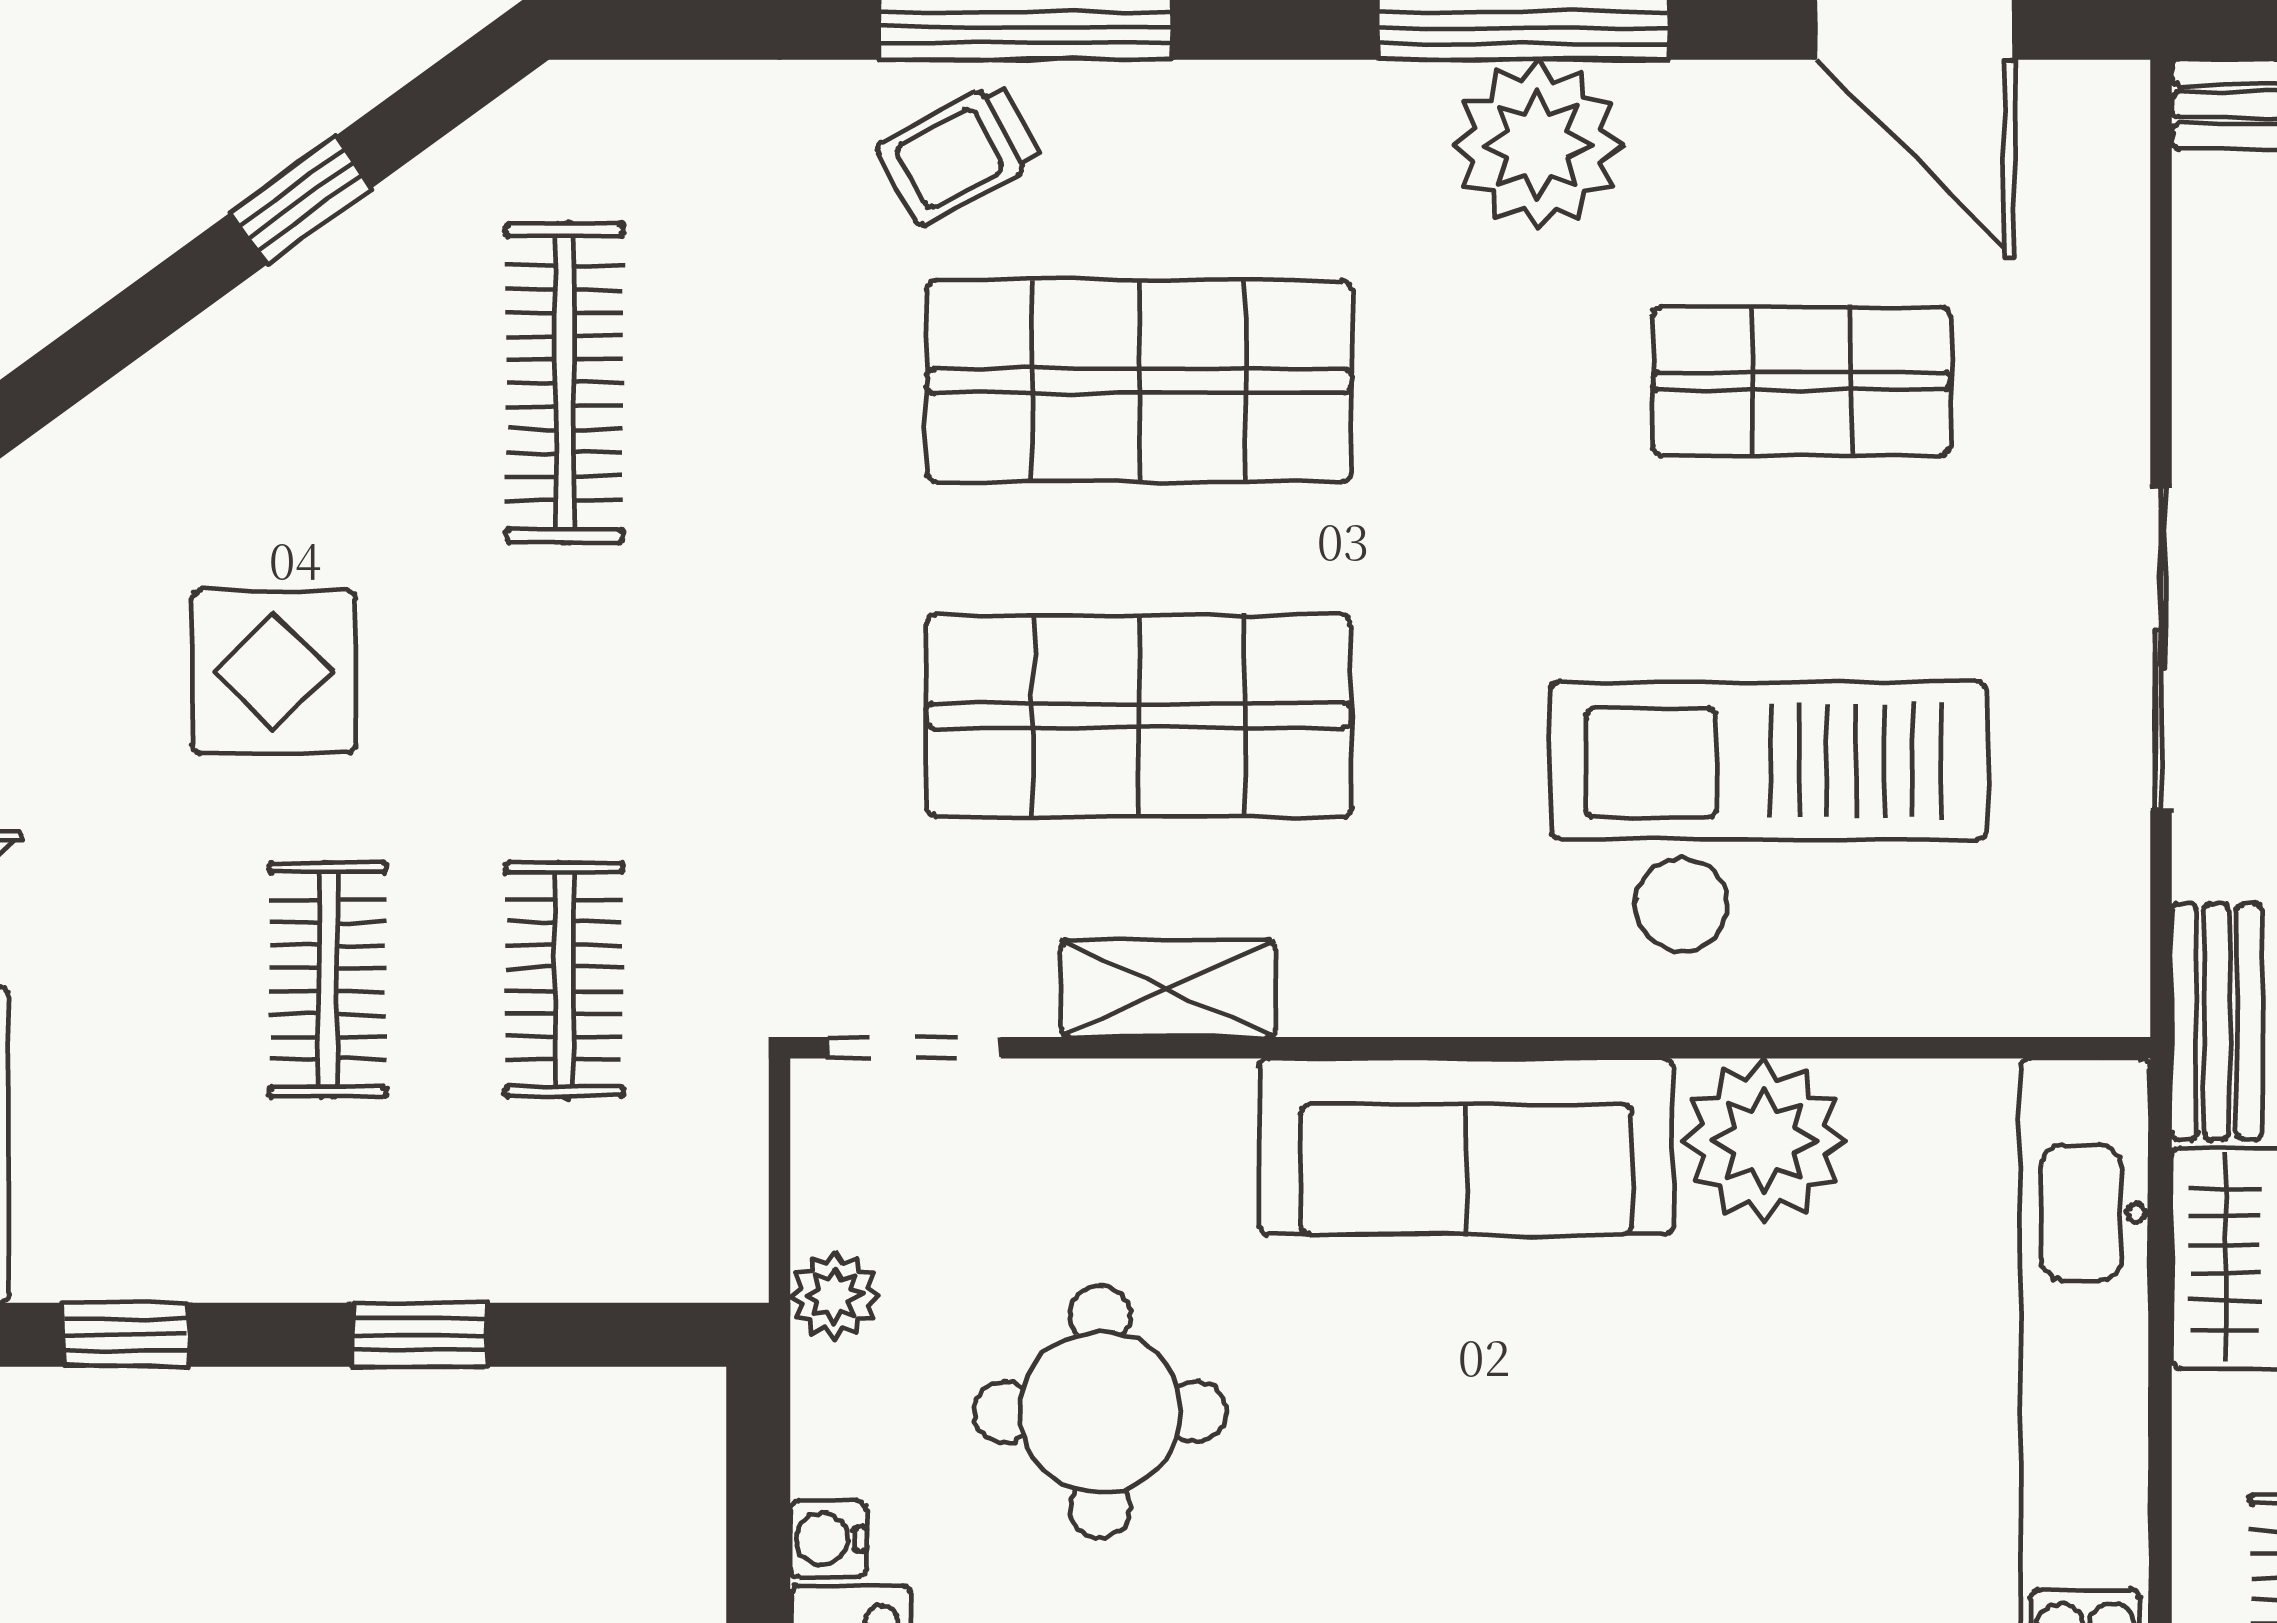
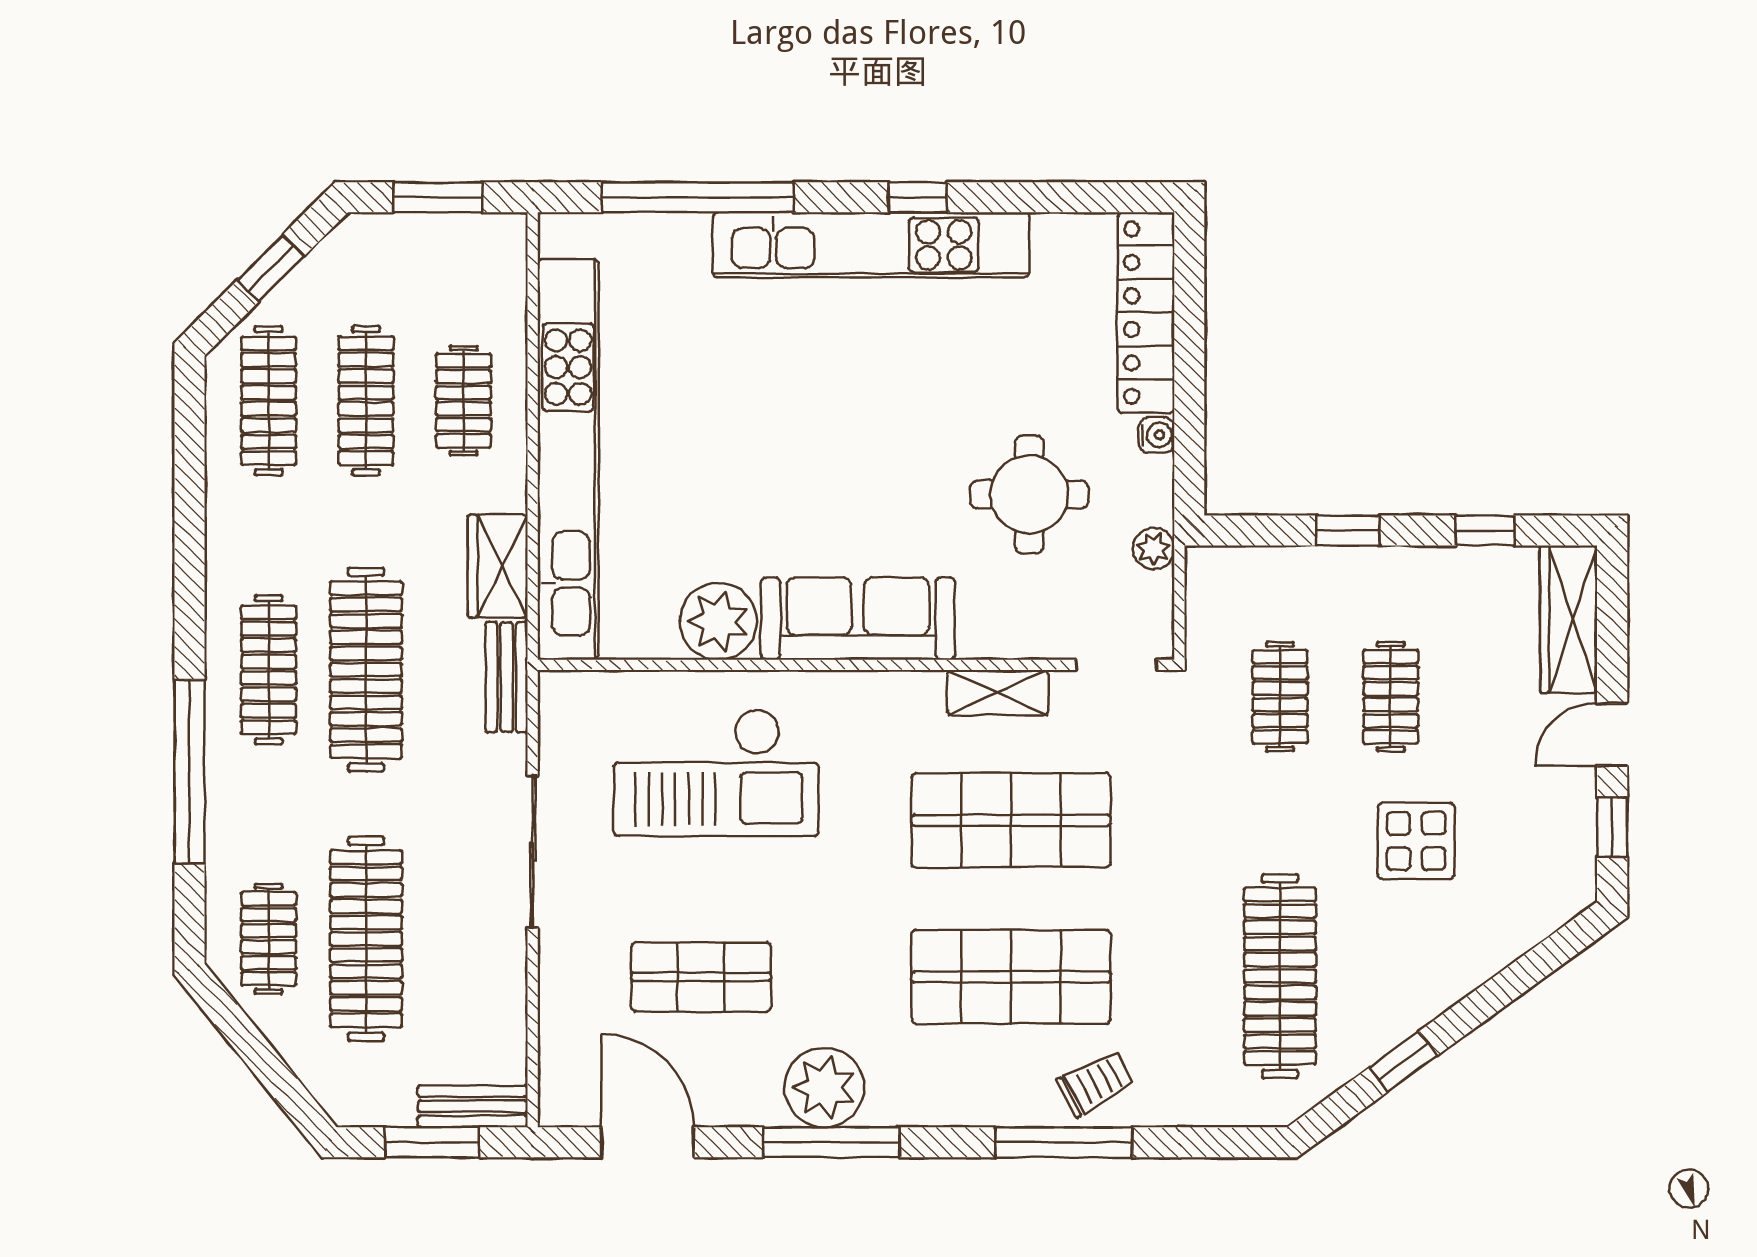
clothes rail: (564, 383) -> (1280, 976), width x1.37, depth x1.31

